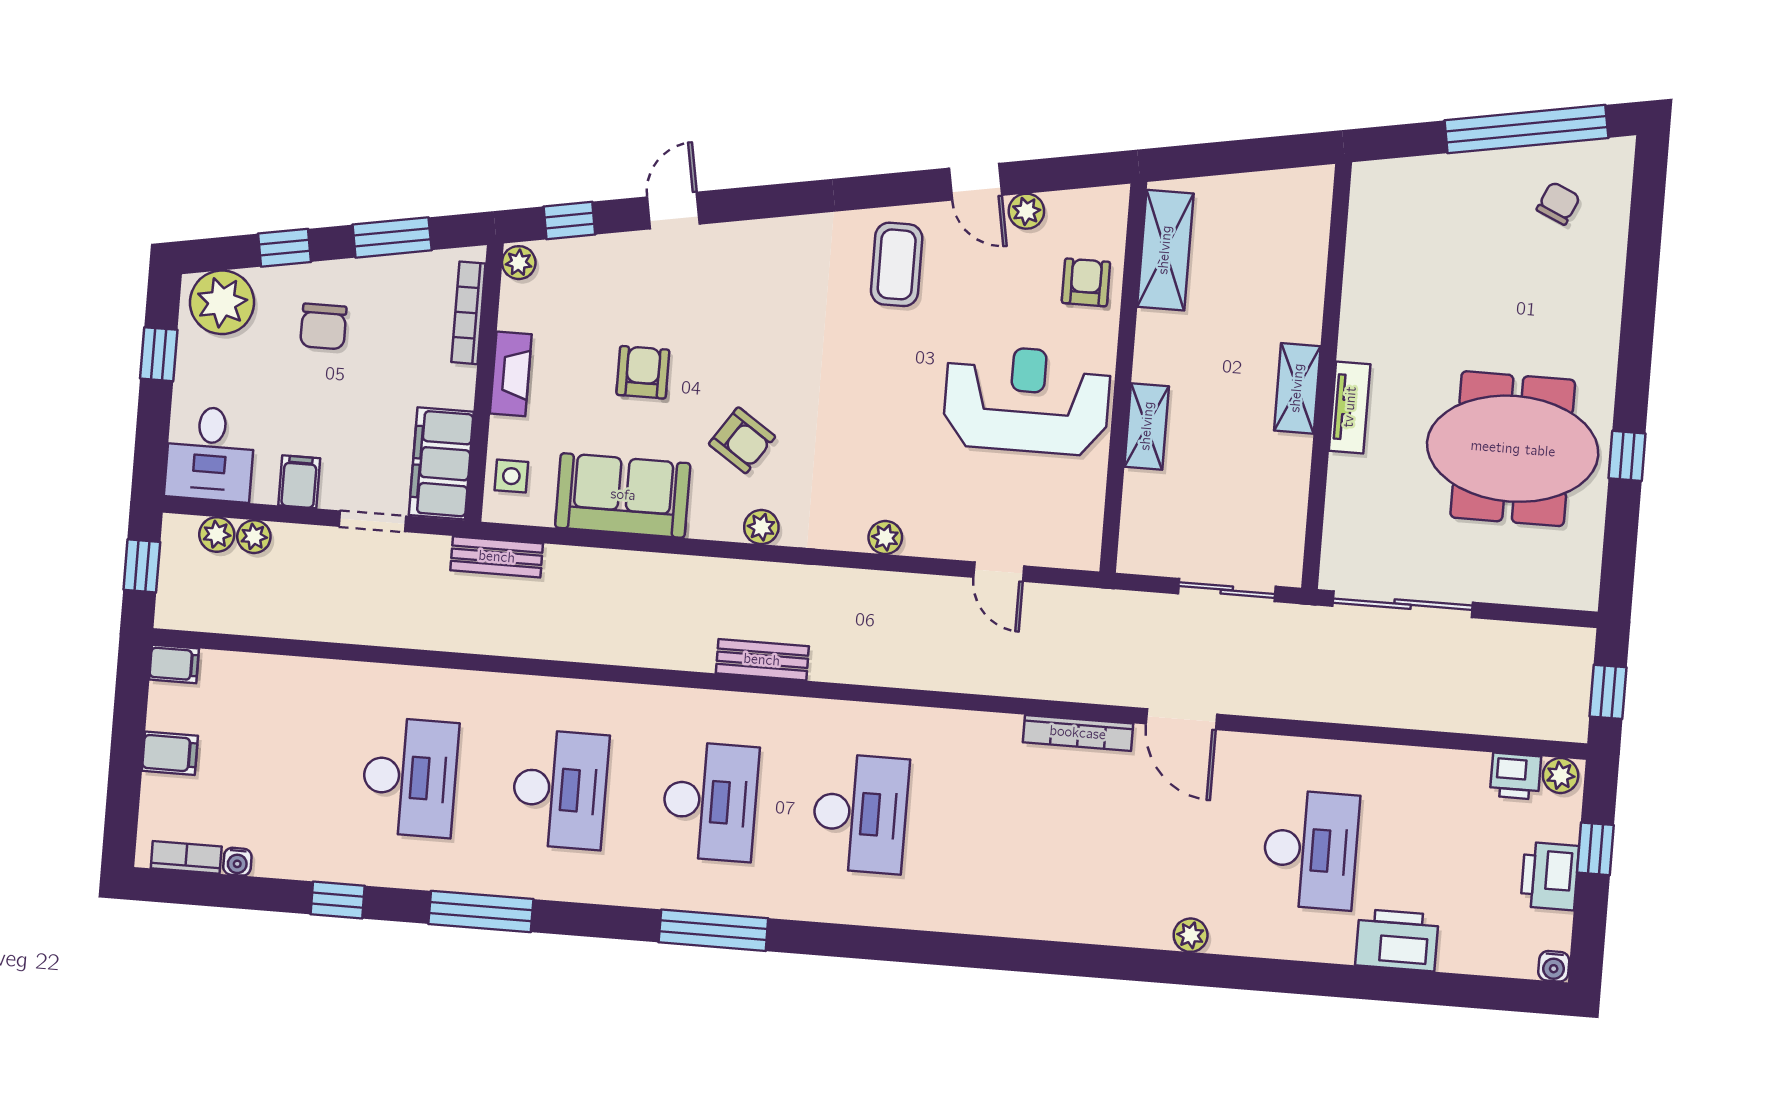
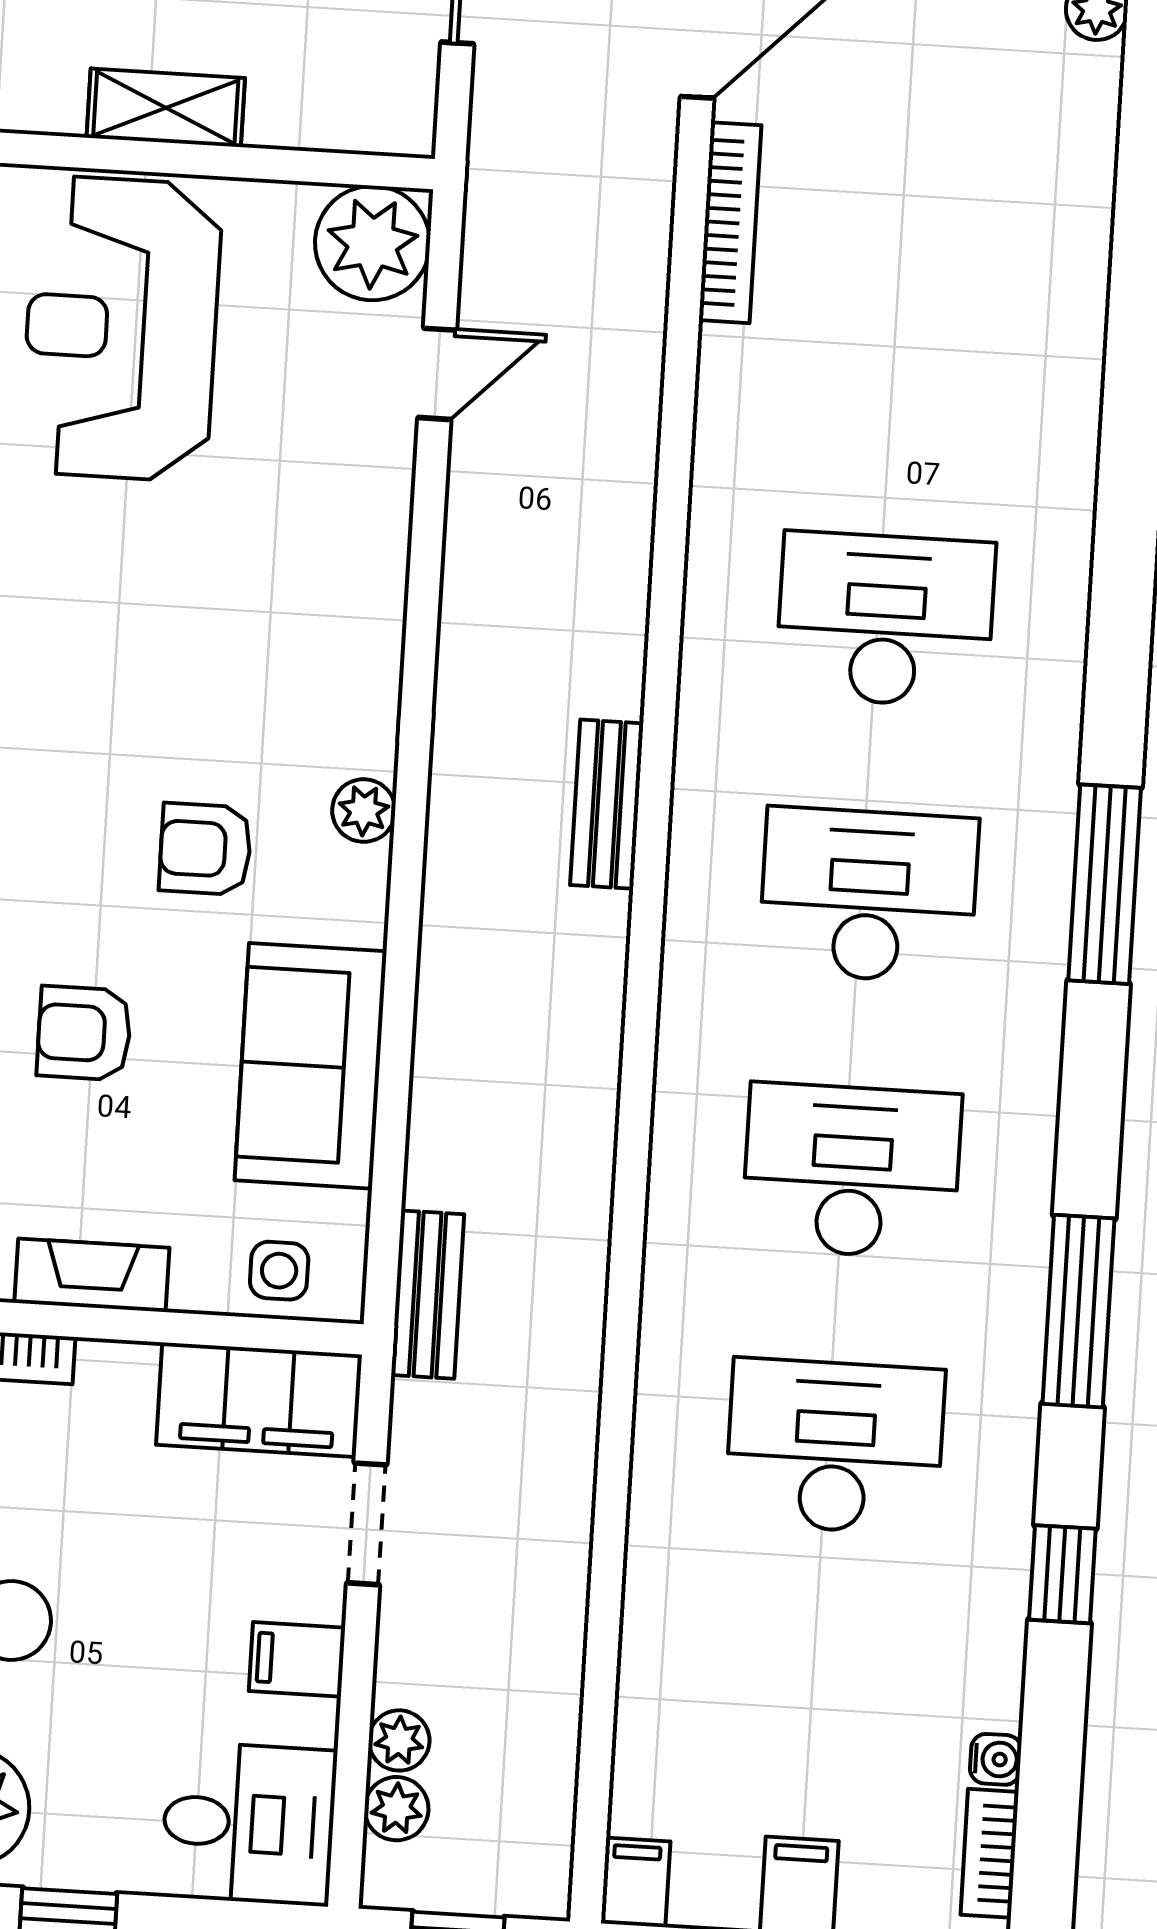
armchair: (742, 440) -> (205, 849), turned -124
plant: (885, 537) -> (372, 243), moved, width x1.87, depth x1.87

